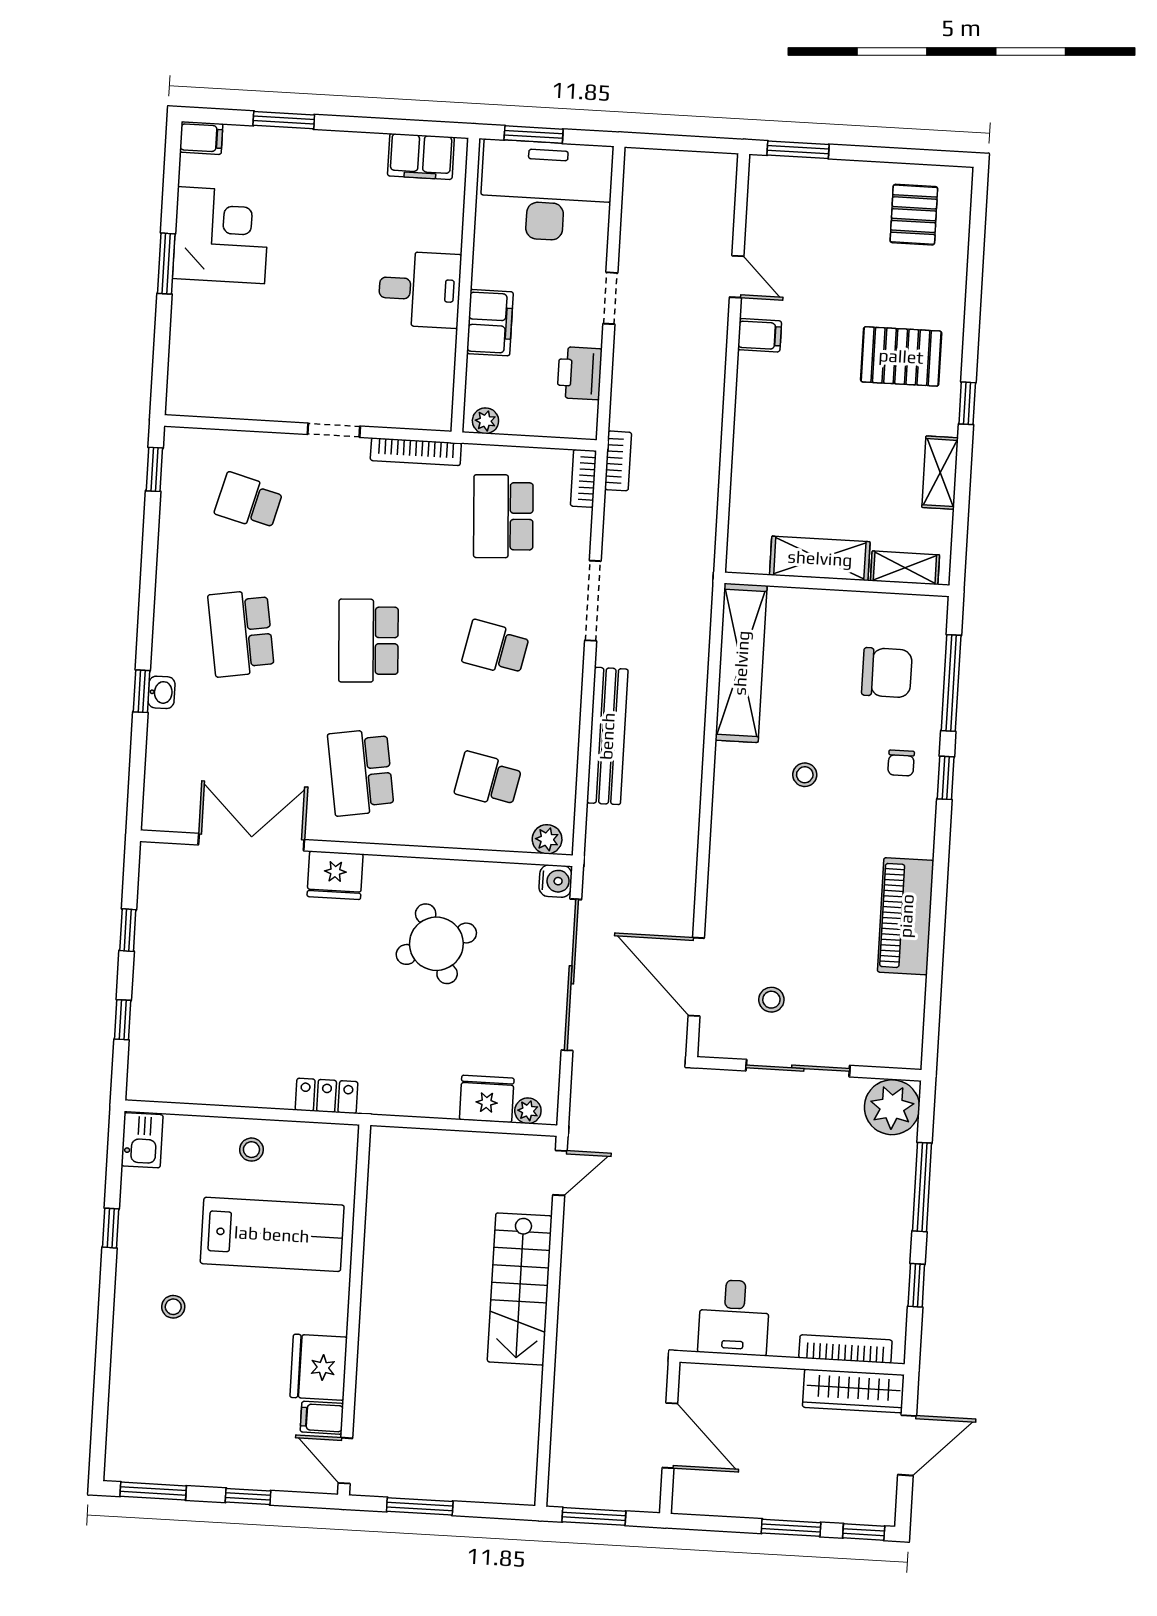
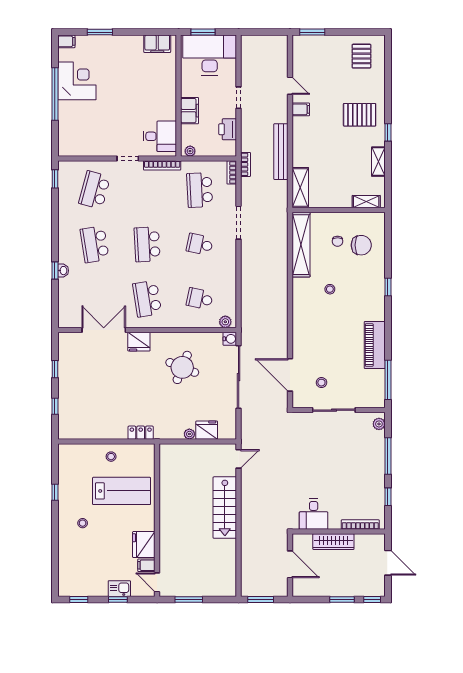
window: (166, 264) -> (55, 94), width x2.11
desk: (420, 289) -> (160, 136), moved
school desk: (249, 502) -> (95, 190), width x1.85
shelving: (820, 558) -> (300, 188), moved, turned 90
window: (951, 683) -> (388, 380), moved
bench: (607, 736) -> (281, 152), moved
chair: (901, 763) -> (338, 241), moved
round table: (436, 944) -> (182, 367), turned 45
plant: (892, 1107) -> (379, 424), width x0.53, depth x0.53
plant: (528, 1111) -> (189, 434), moved
kitchen sink: (142, 1140) -> (119, 589), moved, turned -90
wardrobe: (853, 1391) -> (333, 542), moved
door: (907, 1445) -> (388, 563), hinge flipped
window: (153, 1491) -> (79, 599), width x0.67

